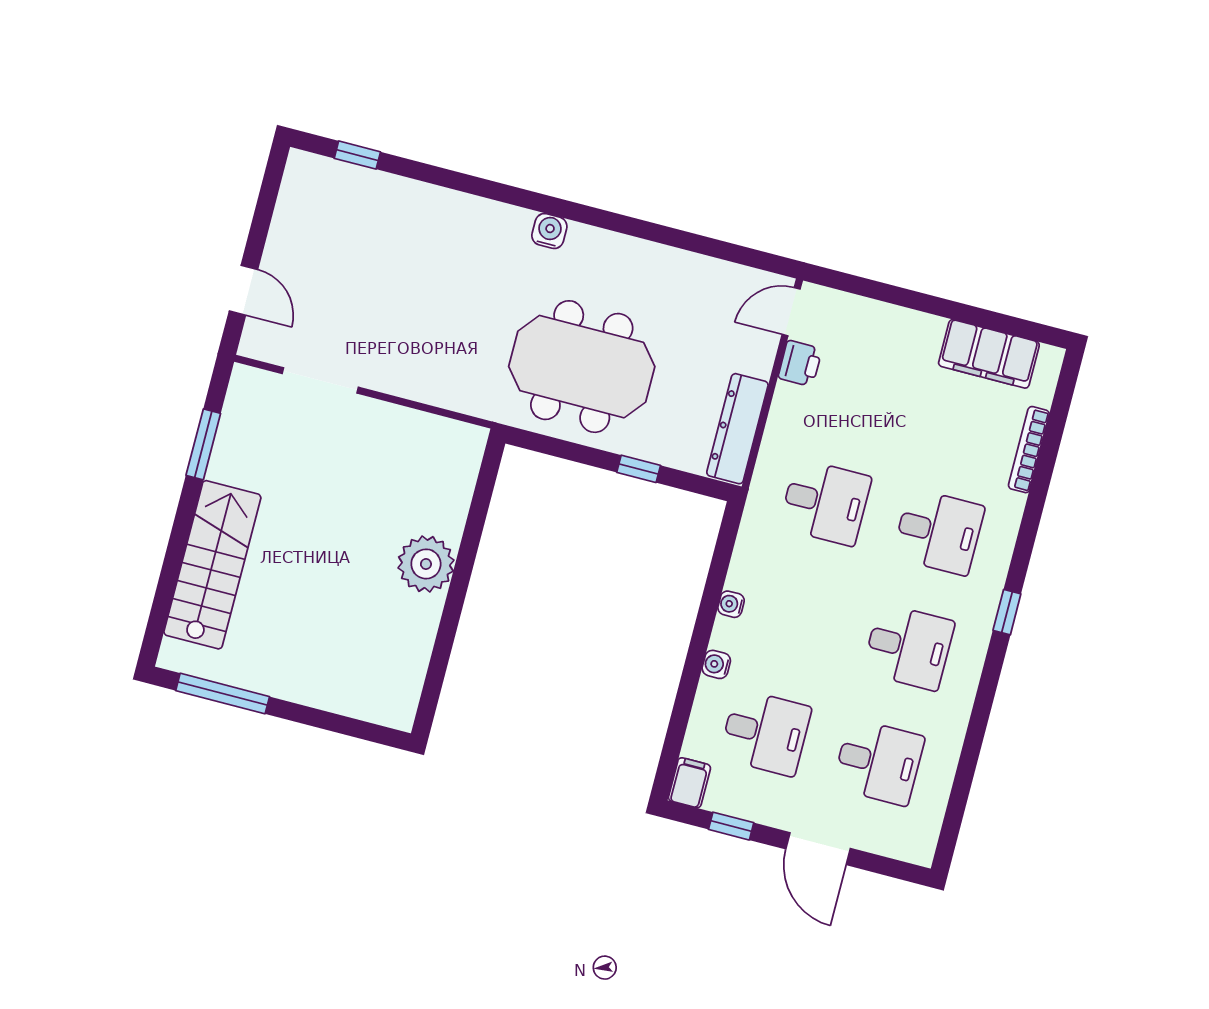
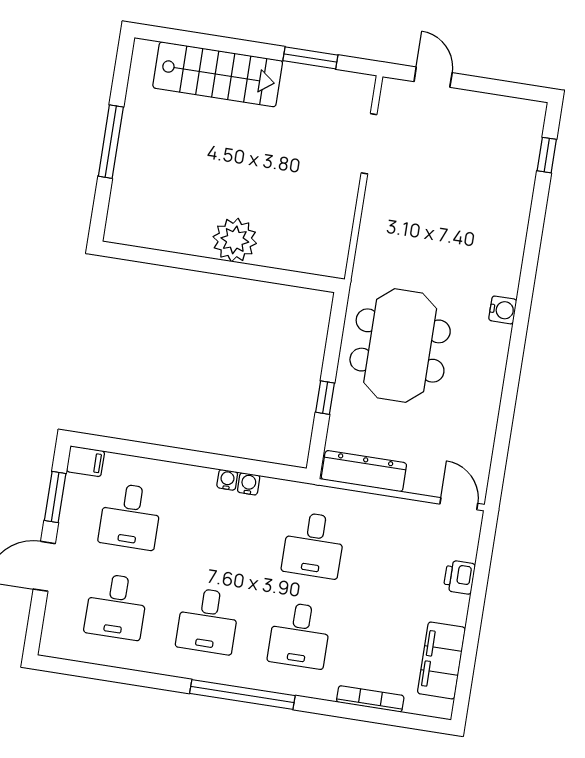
door: (243, 290) -> (433, 77), swing flipped
printer: (800, 363) -> (459, 577), moved, turned 90
window: (1007, 612) -> (242, 694), width x3.17
water cooler: (716, 664) -> (249, 484), moved
window: (223, 694) -> (111, 142), moved
window: (731, 826) -> (55, 497), width x1.50

